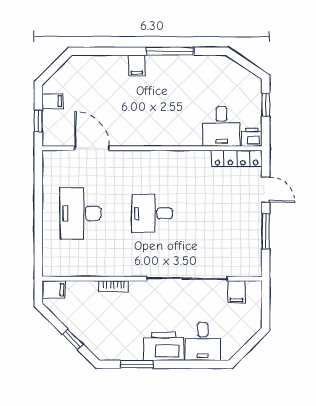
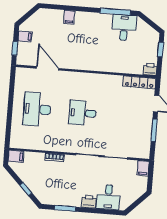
window: (170, 51) -> (115, 12), moved
filing cabinet: (137, 65) -> (69, 17), moved
desk: (222, 126) -> (124, 28), moved, turned 180
filing cabinet: (236, 292) -> (143, 168), moved
printer: (164, 346) -> (89, 202), width x0.53, depth x0.68

